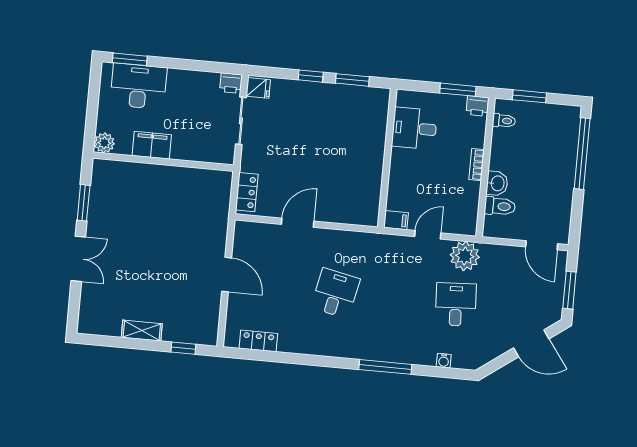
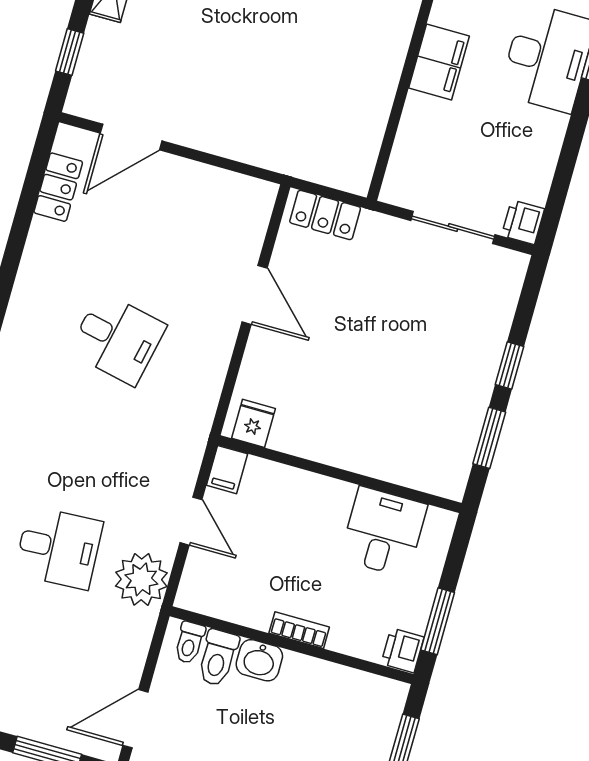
fridge: (258, 88) -> (253, 423), moved, turned 180
toilet: (504, 121) -> (190, 643), moved
door: (227, 275) -> (131, 137), moved

